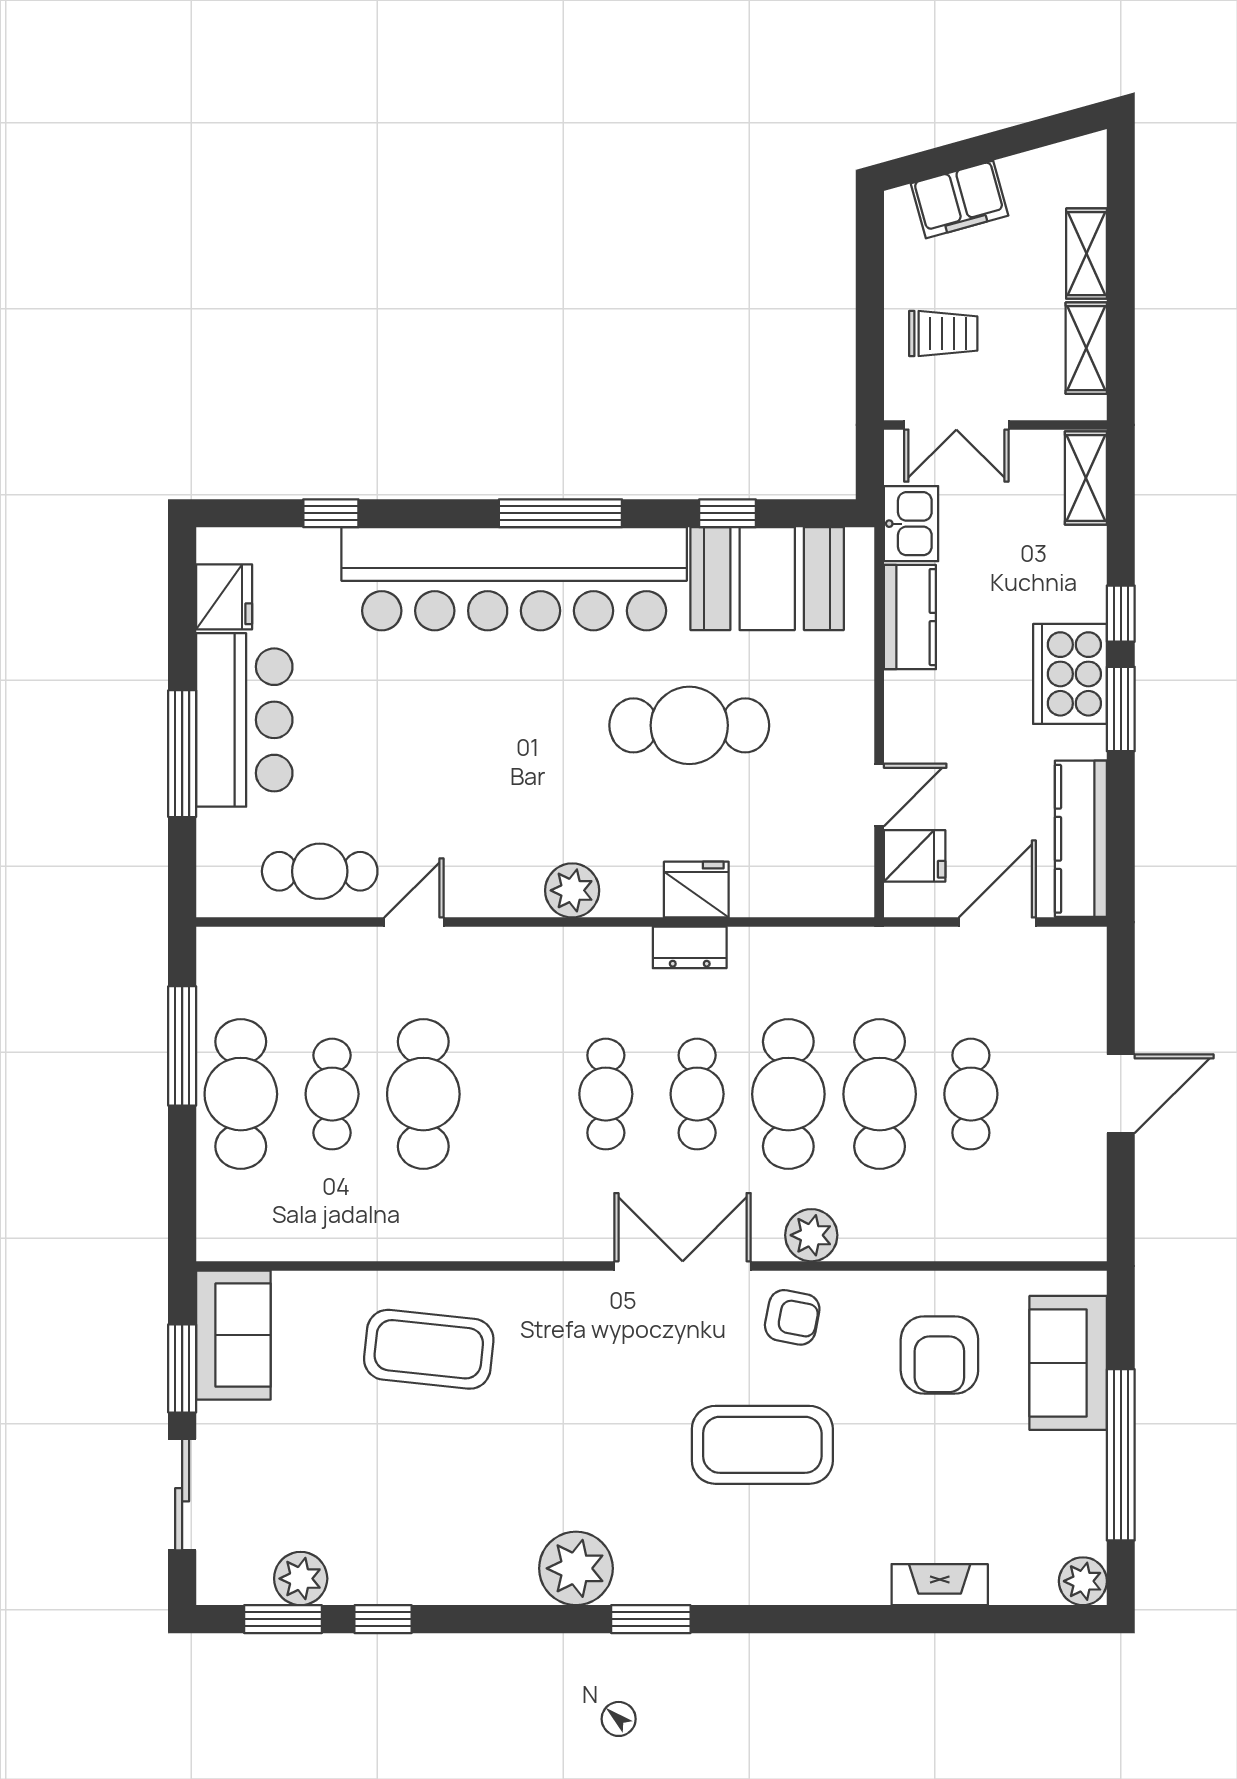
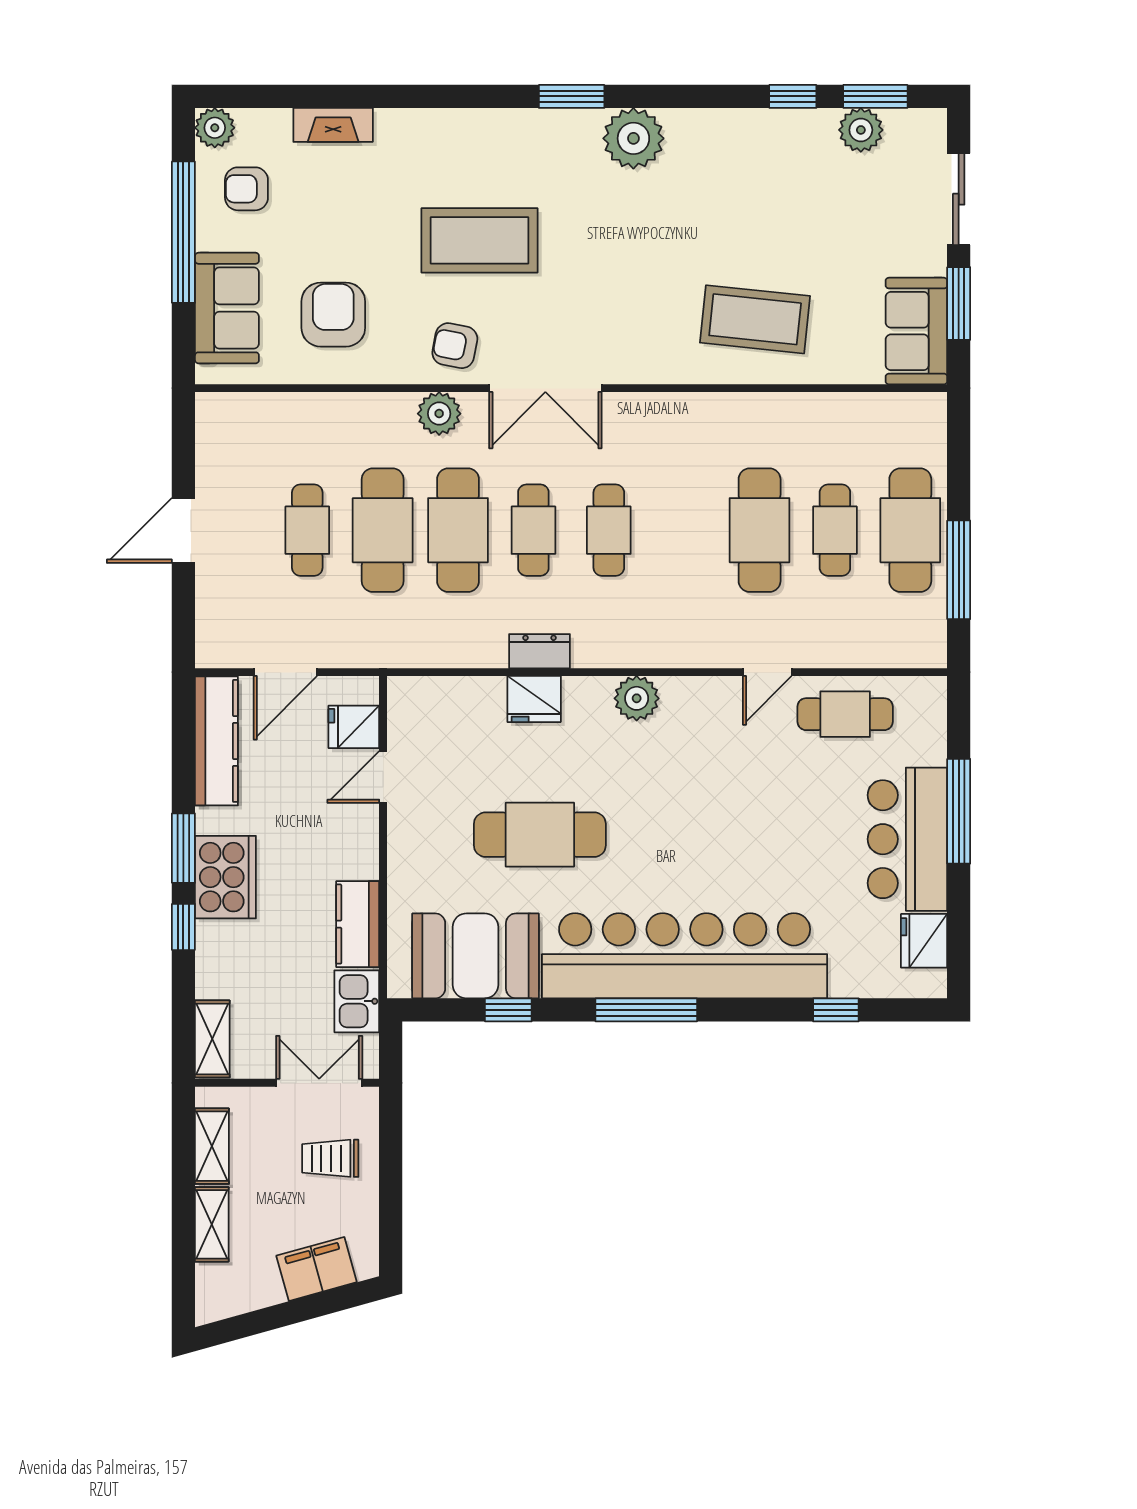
armchair: (1045, 1507) -> (246, 189), added

